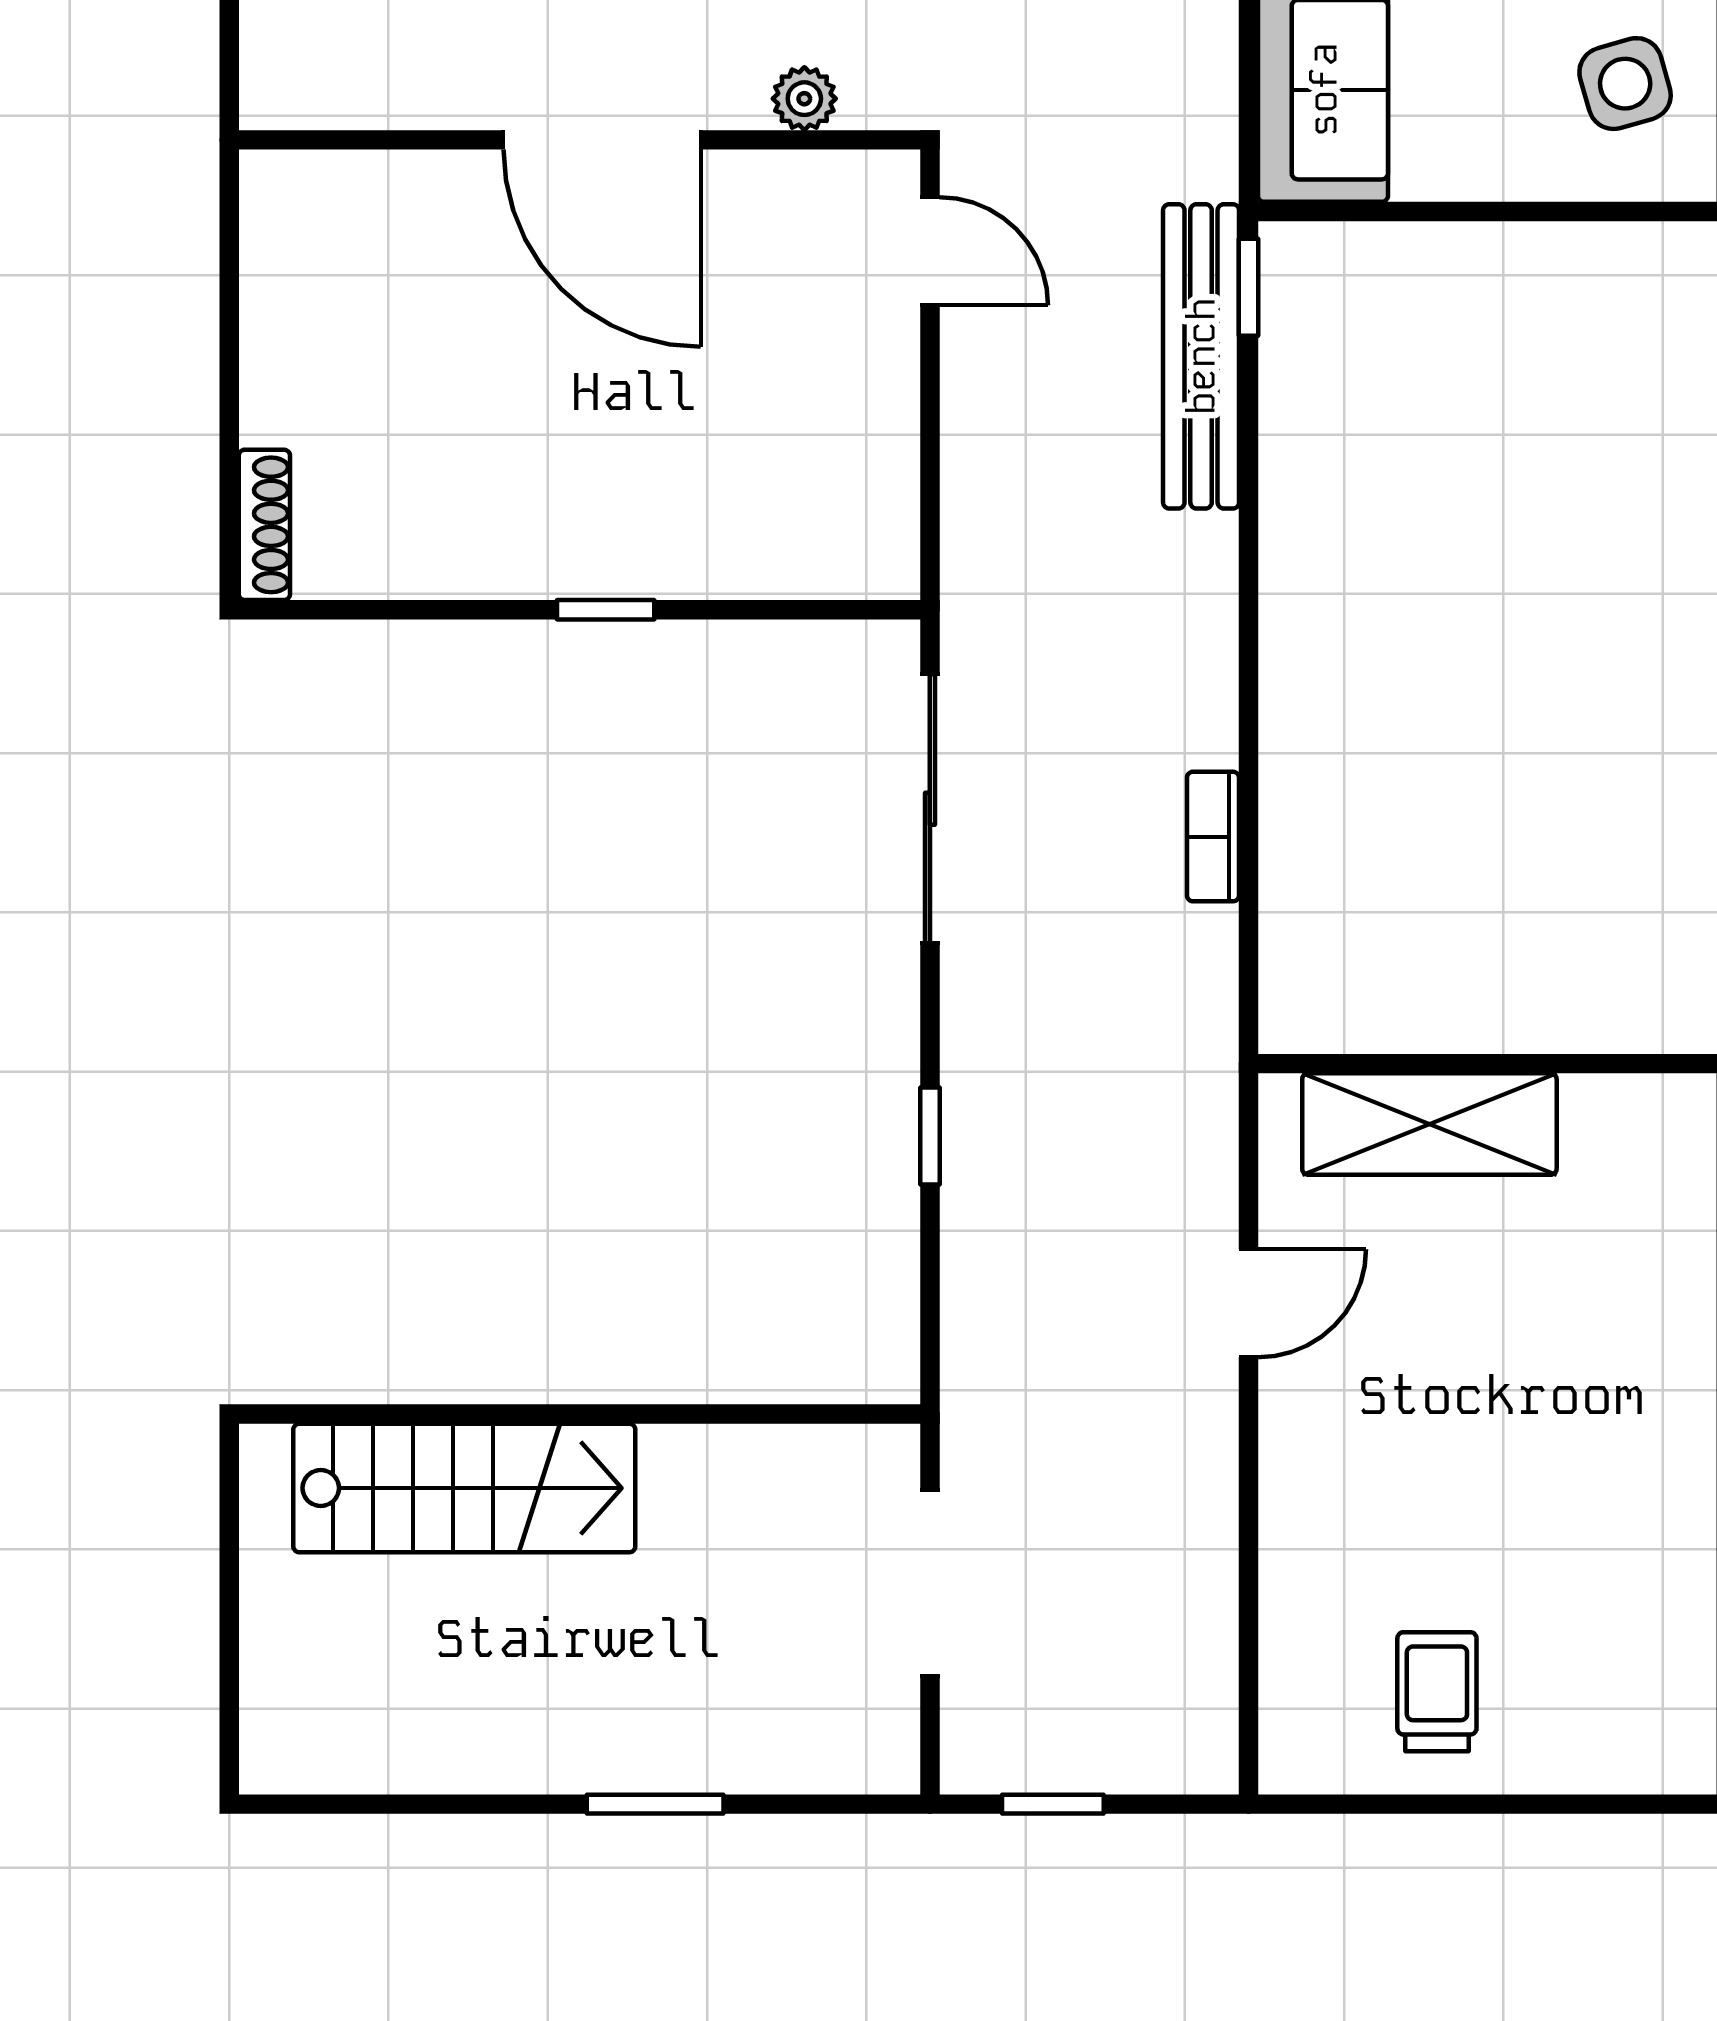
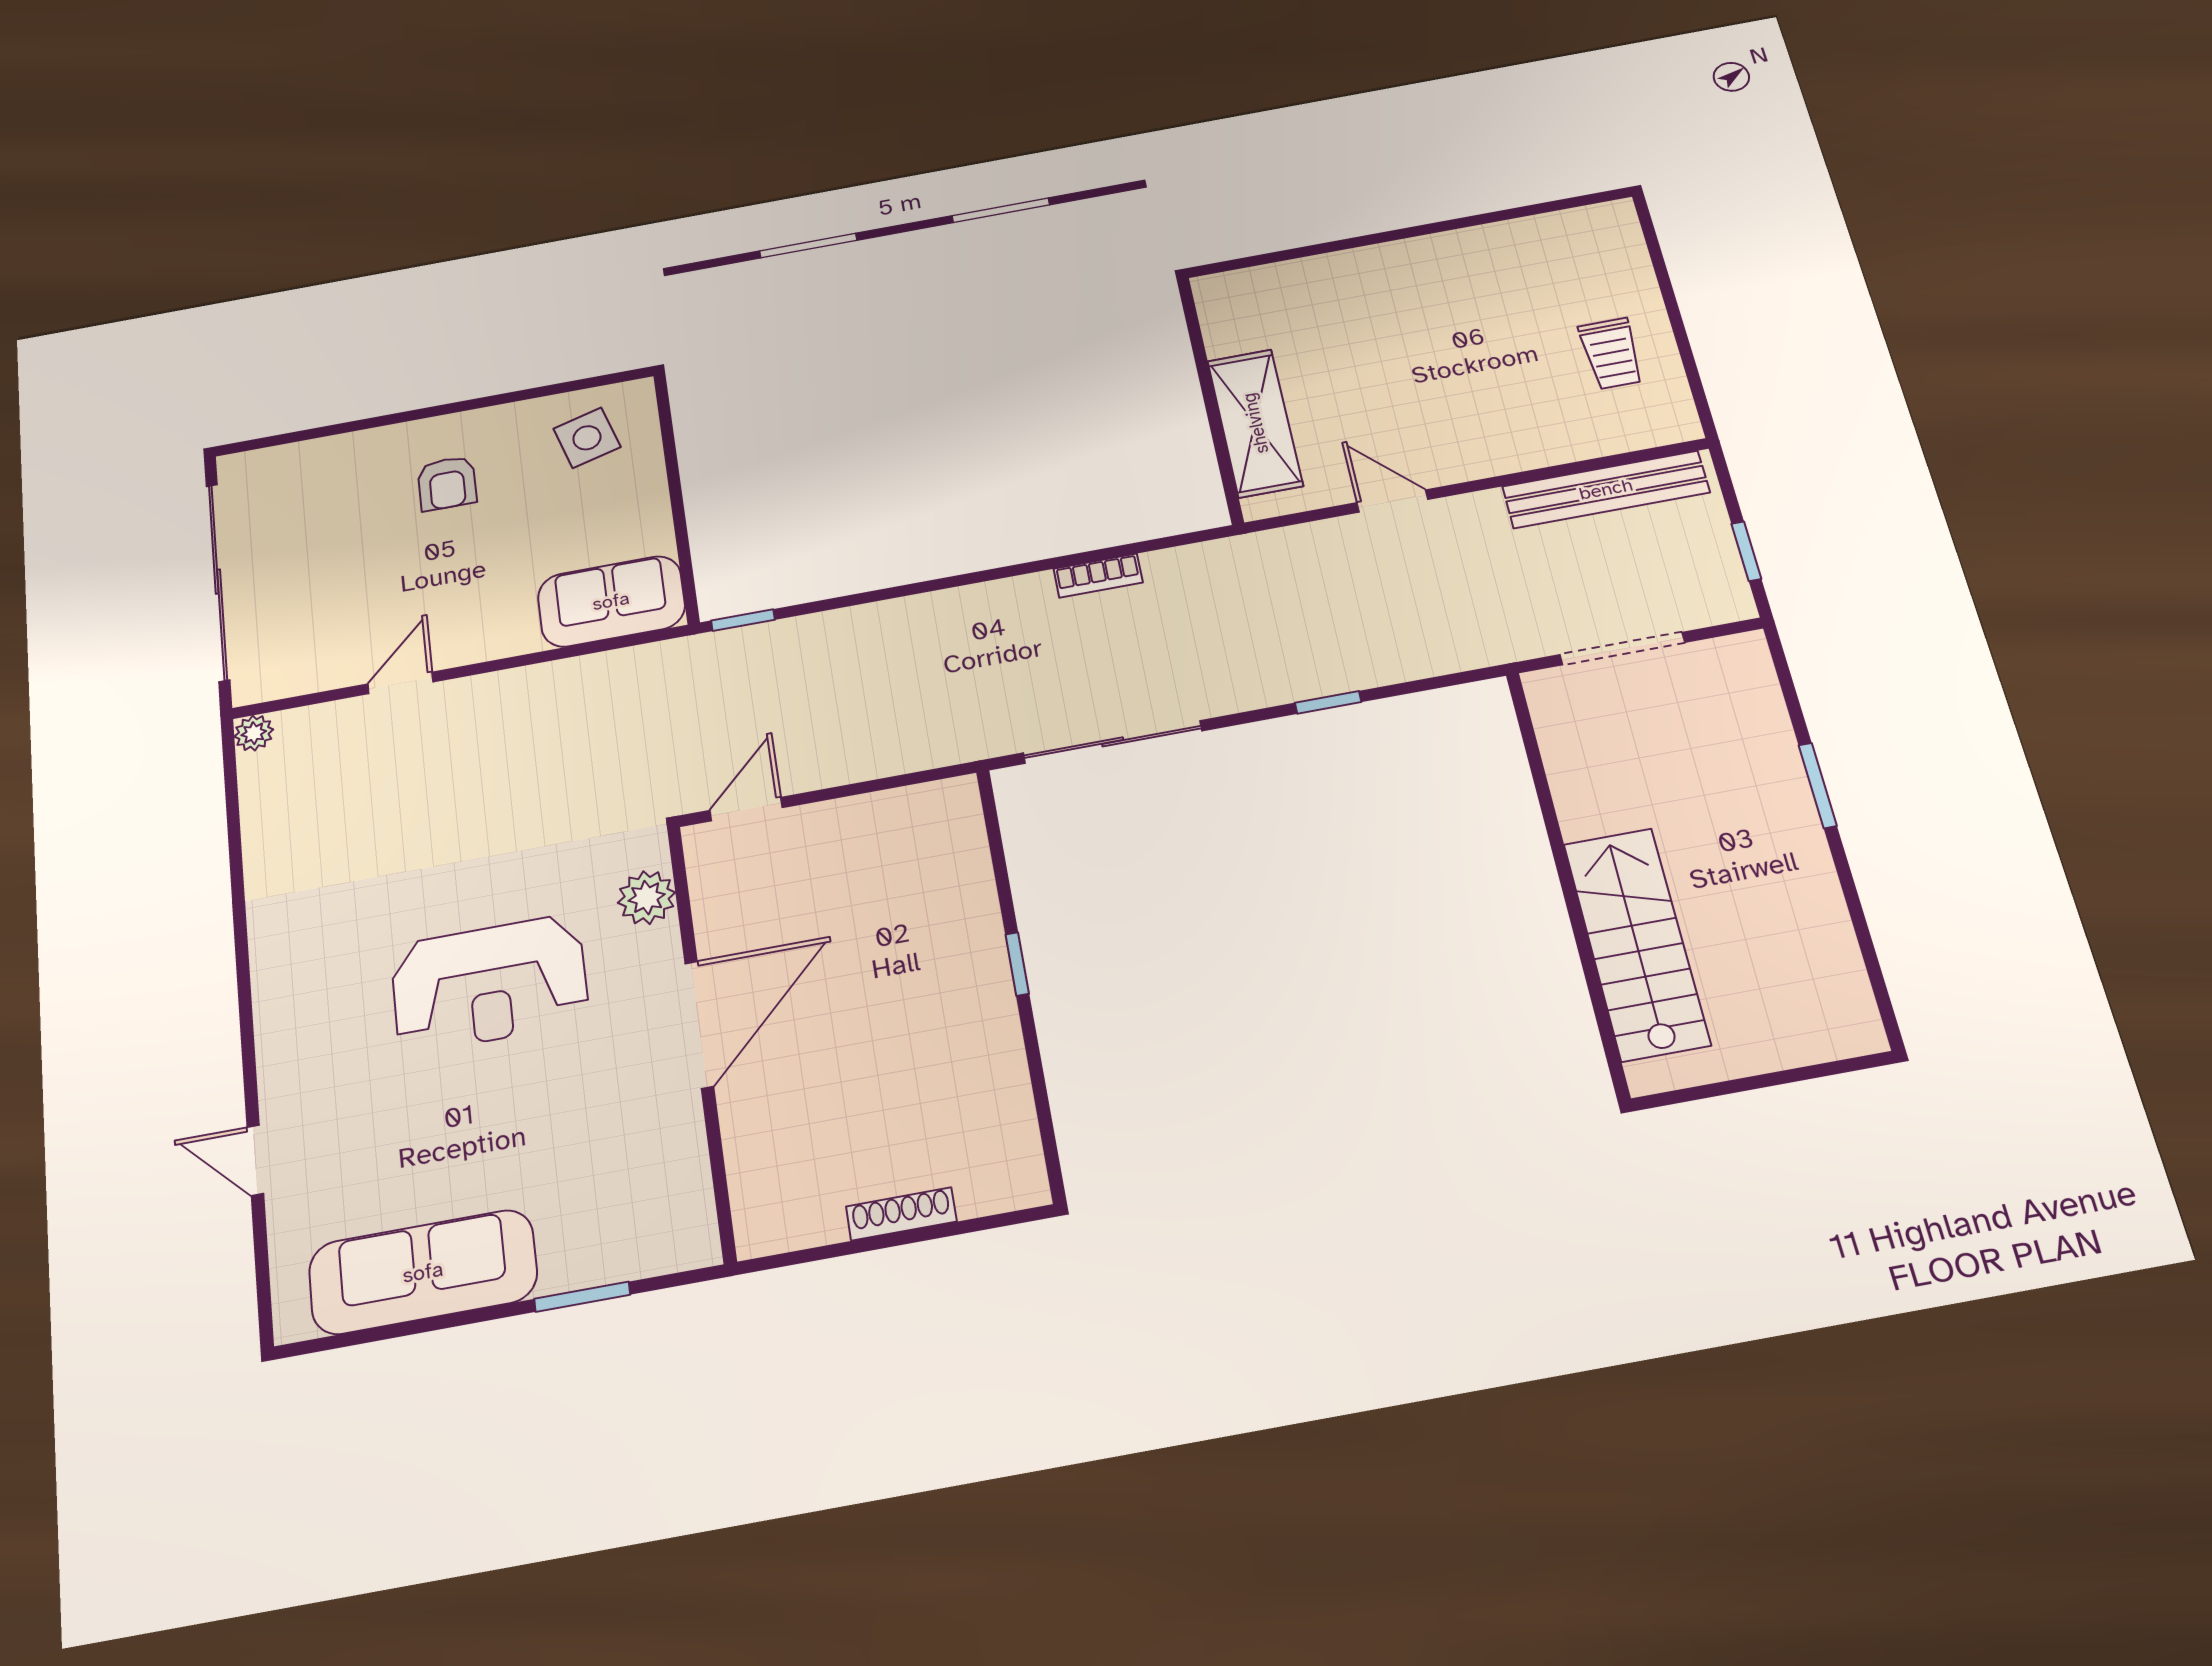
plant: (804, 99) -> (647, 898), width x1.38, depth x1.38
bench: (1201, 356) -> (1606, 489), moved
shoe rack: (264, 525) -> (901, 1214), moved
trolley: (1437, 1692) -> (1611, 354), turned -90

